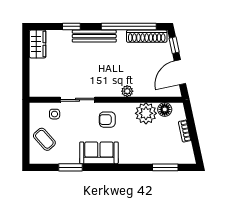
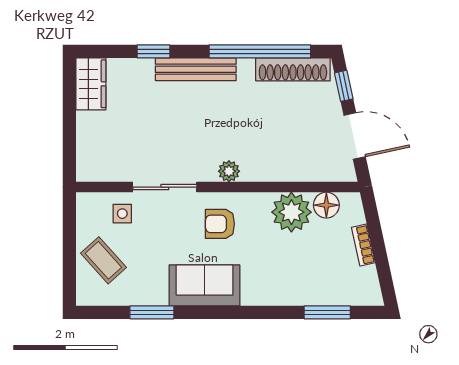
door: (180, 72) -> (355, 136), swing flipped
plant: (127, 91) -> (229, 171), moved

